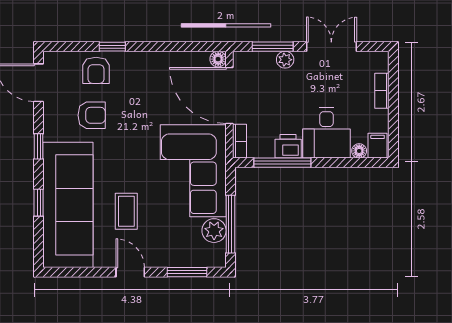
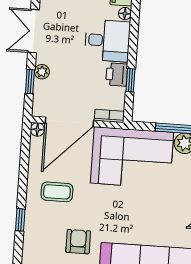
window: (273, 47) -> (30, 82), width x0.67
armchair: (96, 70) -> (40, 235), removed
window: (282, 163) -> (130, 80), width x0.46
coffee table: (126, 211) -> (57, 192), moved

